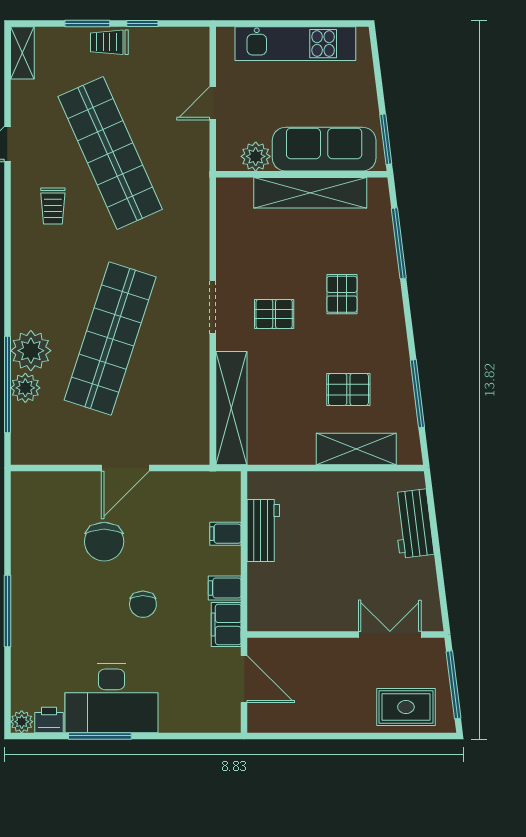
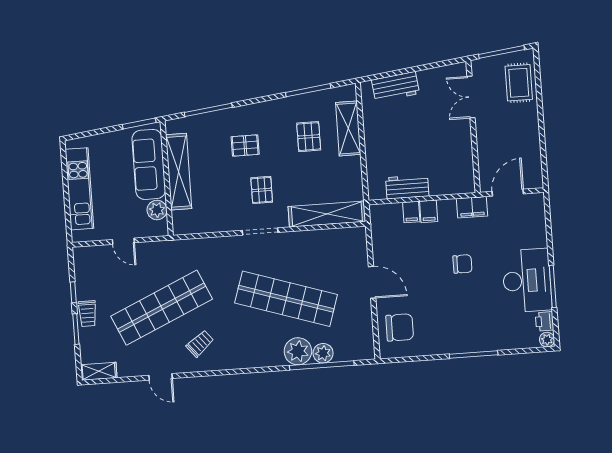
trolley: (53, 206) -> (200, 343), turned -39
chair: (104, 542) -> (400, 327), moved
filing cabinet: (225, 588) -> (429, 211), moved

